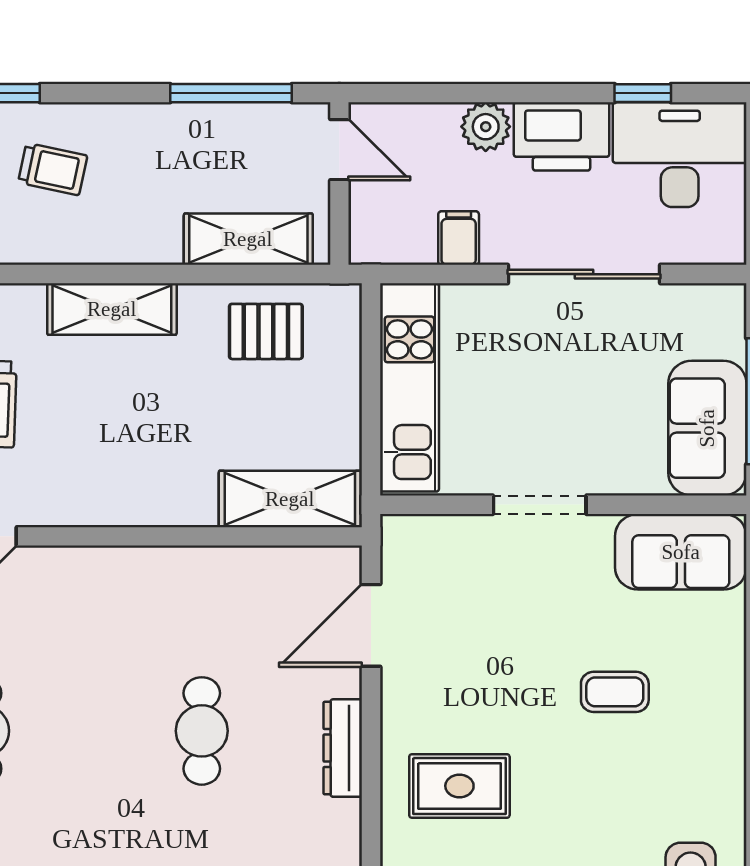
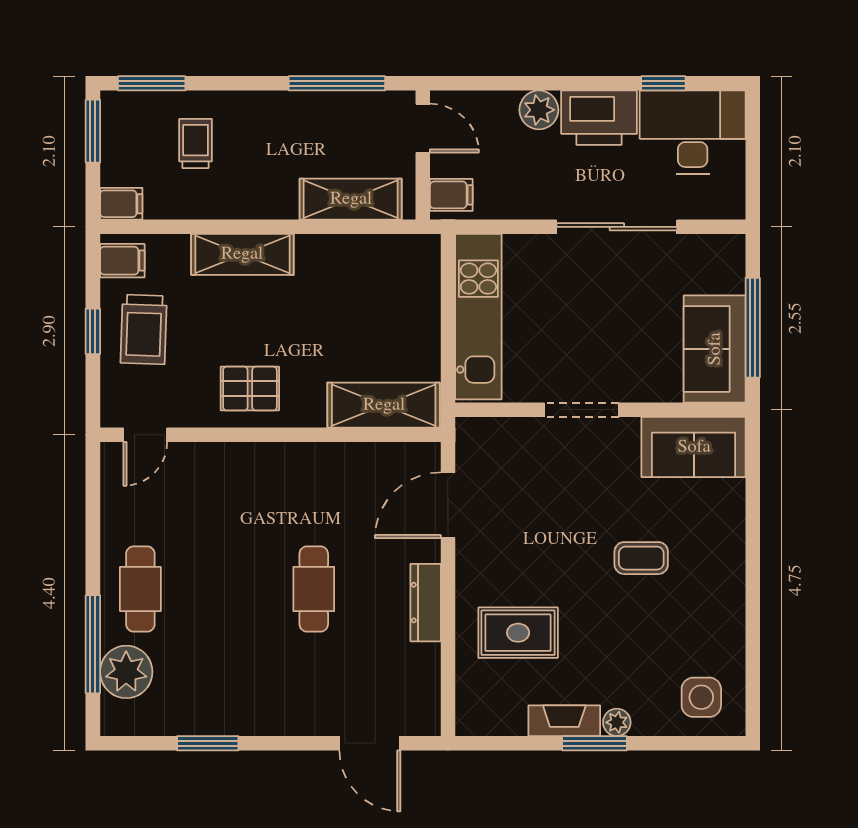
trolley: (53, 169) -> (196, 144), turned -102
filing cabinet: (459, 238) -> (451, 195), moved, turned 90
pallet: (266, 331) -> (250, 389), moved

